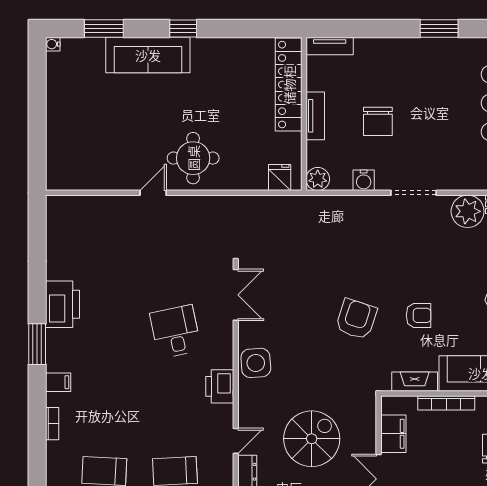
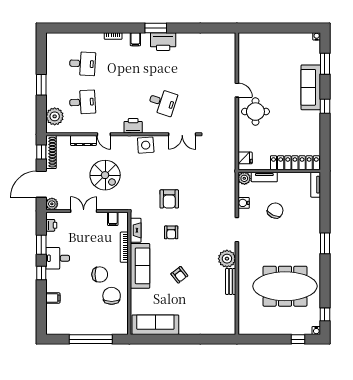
tv unit: (315, 116) -> (264, 177), moved
chair: (378, 121) -> (275, 211), turned 115
printer: (63, 304) -> (163, 42), moved
armchair: (356, 319) -> (169, 199), turned 72
desk: (175, 332) -> (162, 102), turned 30
filing cabinet: (393, 434) -> (113, 219), width x0.50

